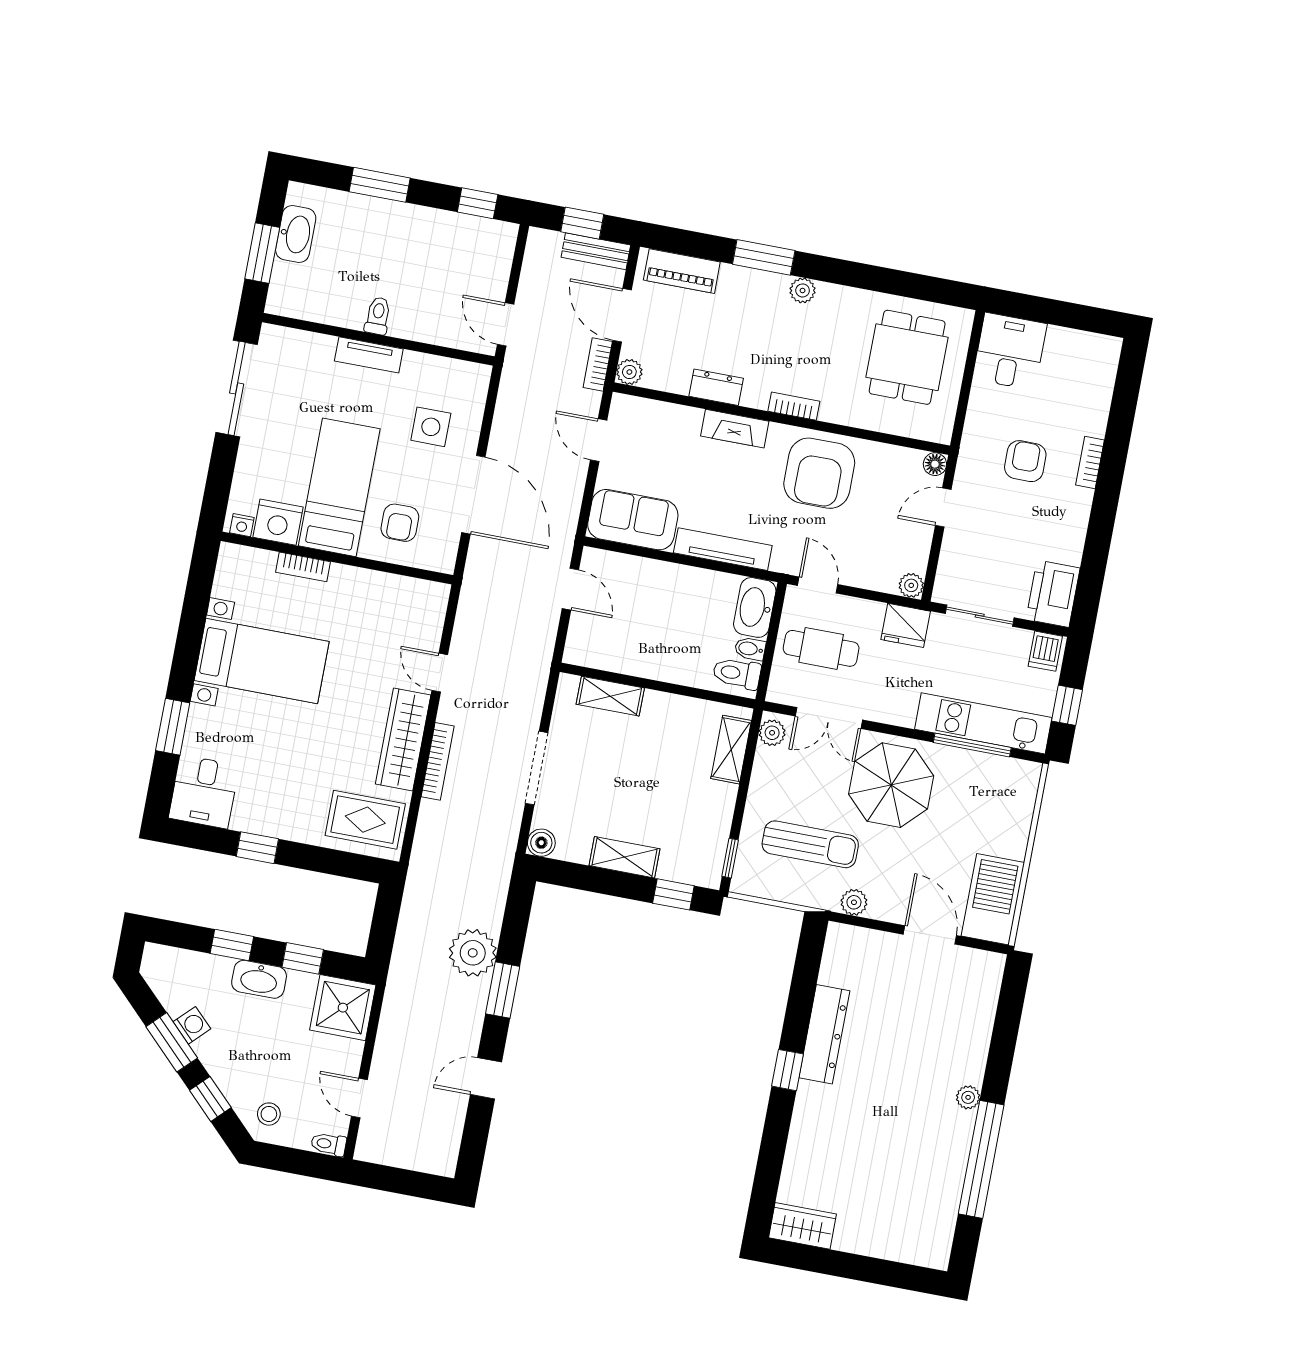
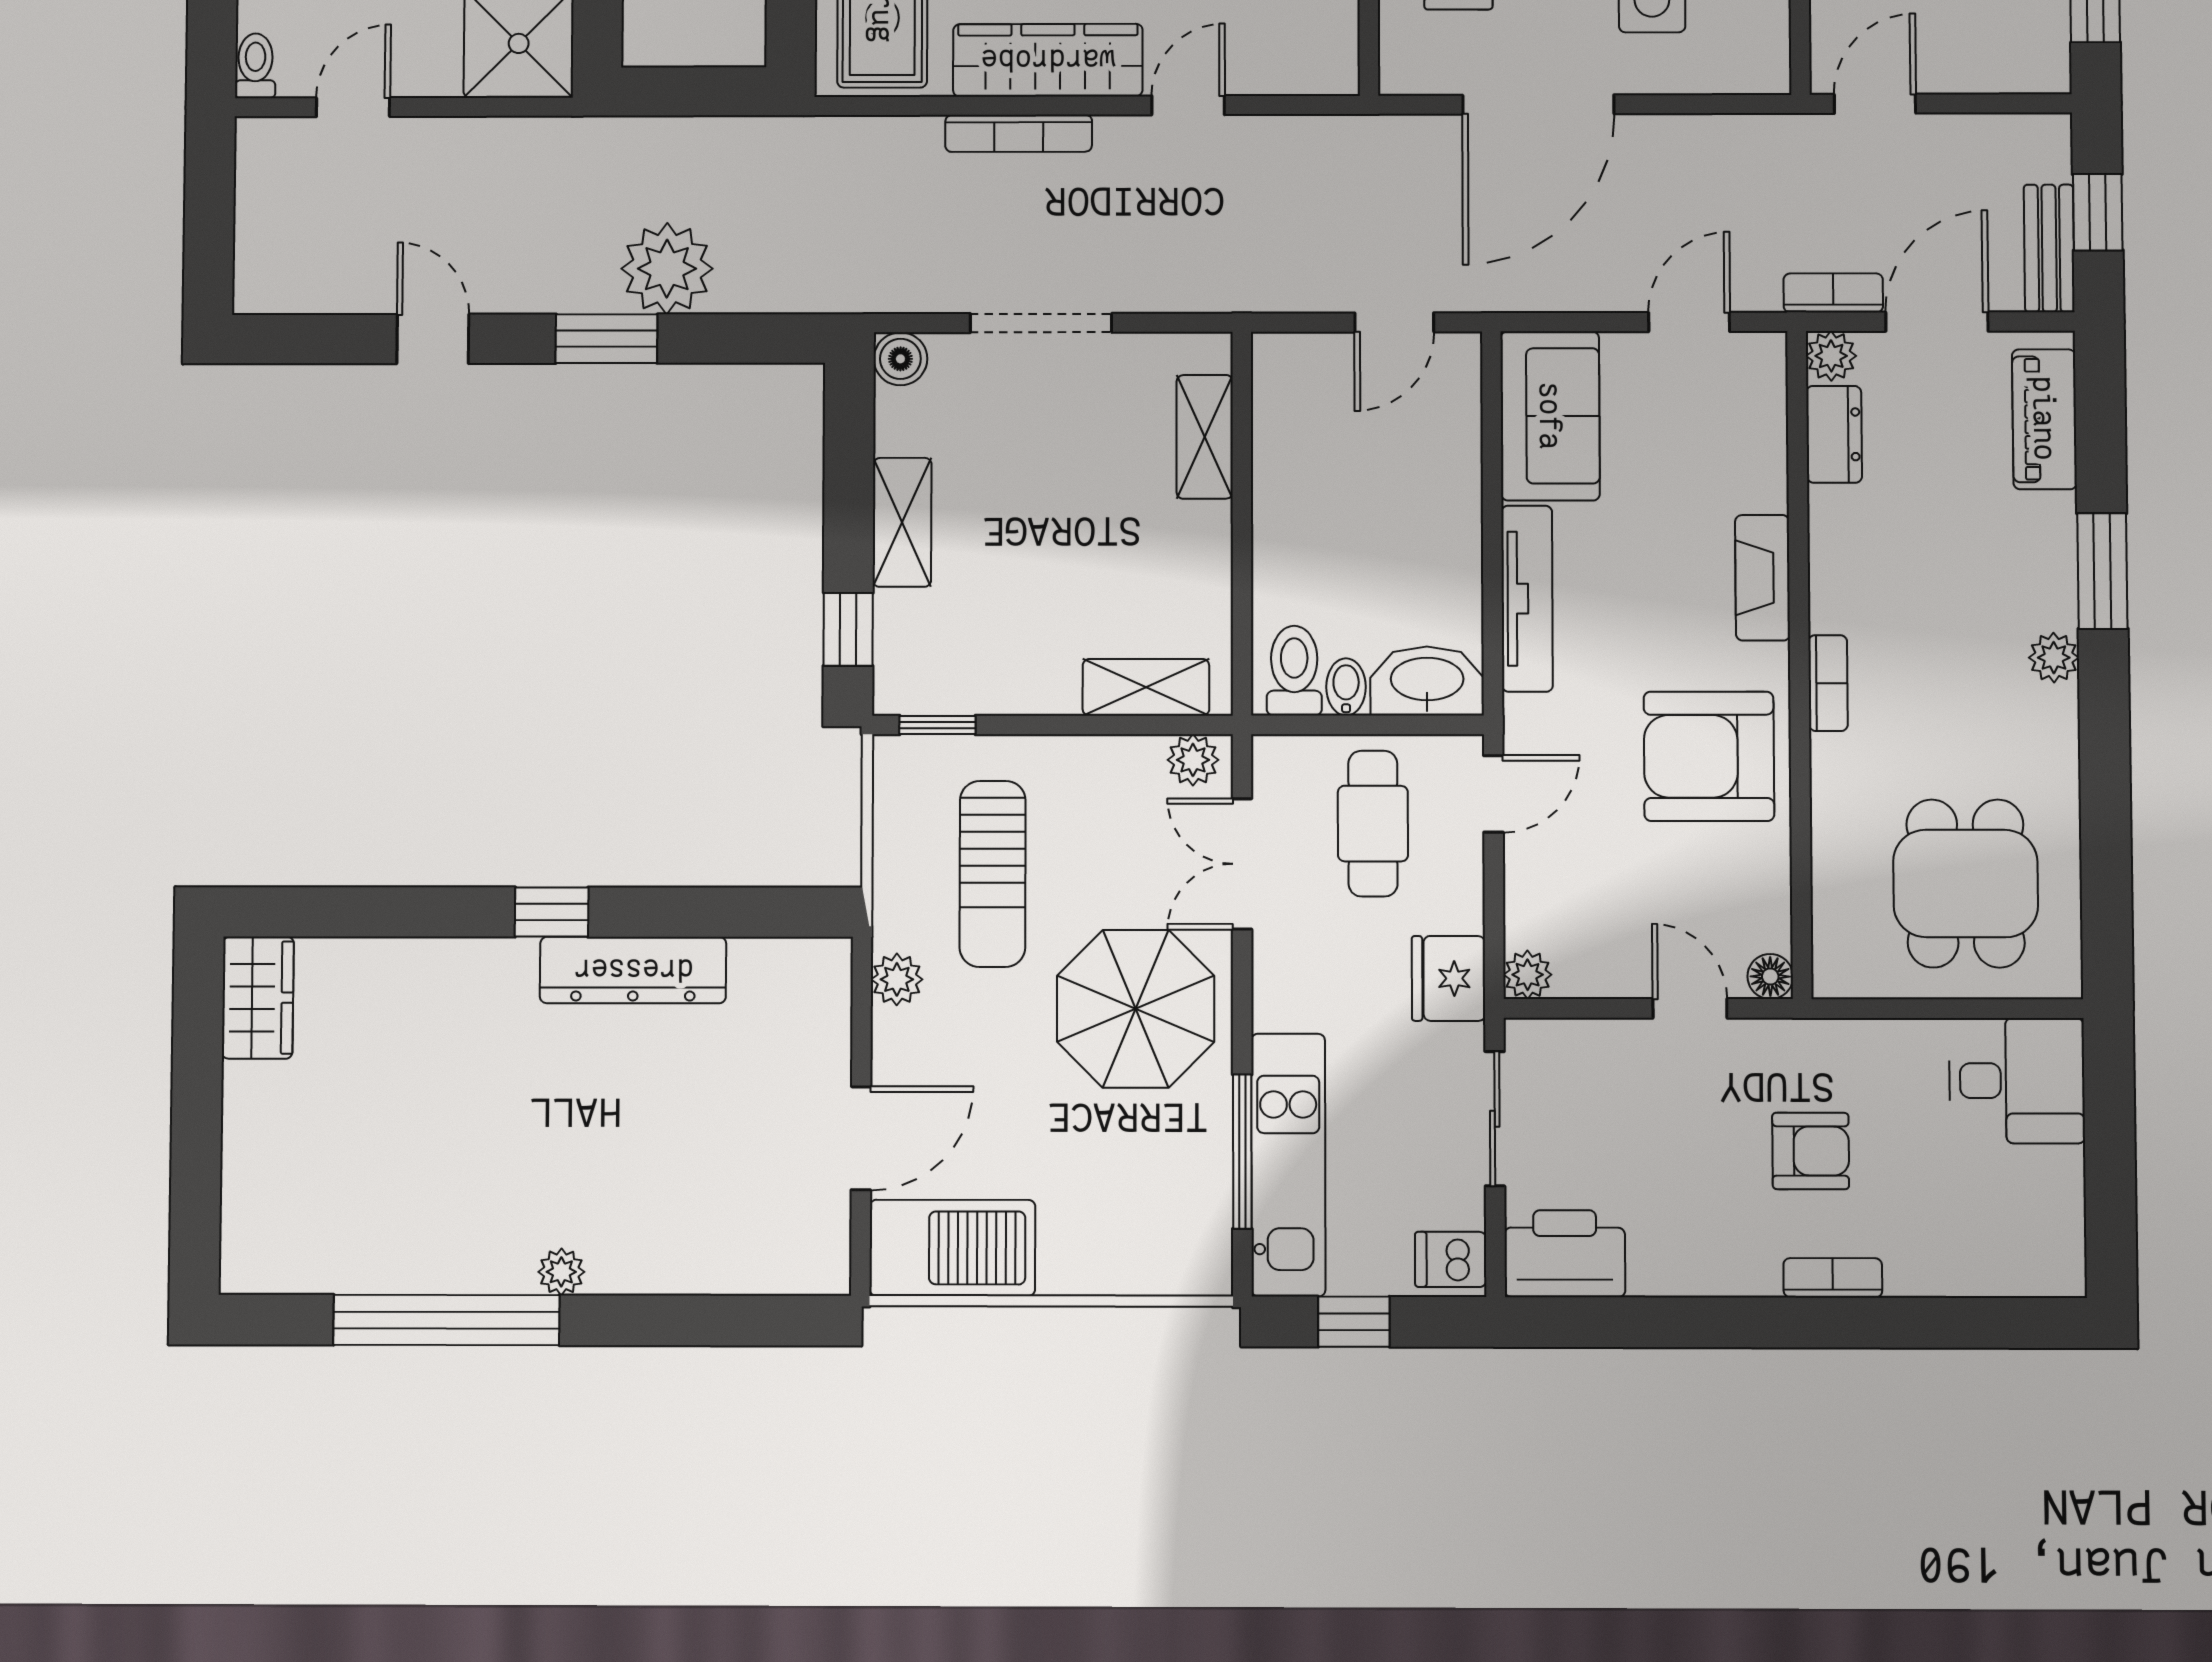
dining table: (907, 357) -> (1966, 884), turned 90
dresser: (716, 387) -> (1834, 434), moved

